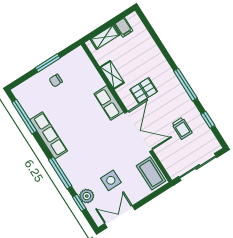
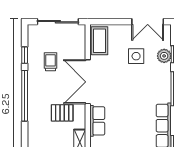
window: (185, 85) -> (25, 96), width x1.46

